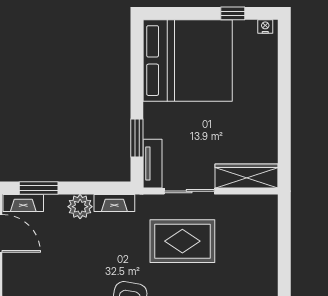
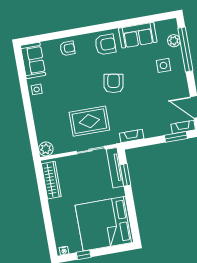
tv unit: (153, 164) -> (115, 168), width x1.41
wardrobe: (247, 176) -> (51, 180), moved, turned -90
plant: (80, 207) -> (46, 149), moved

